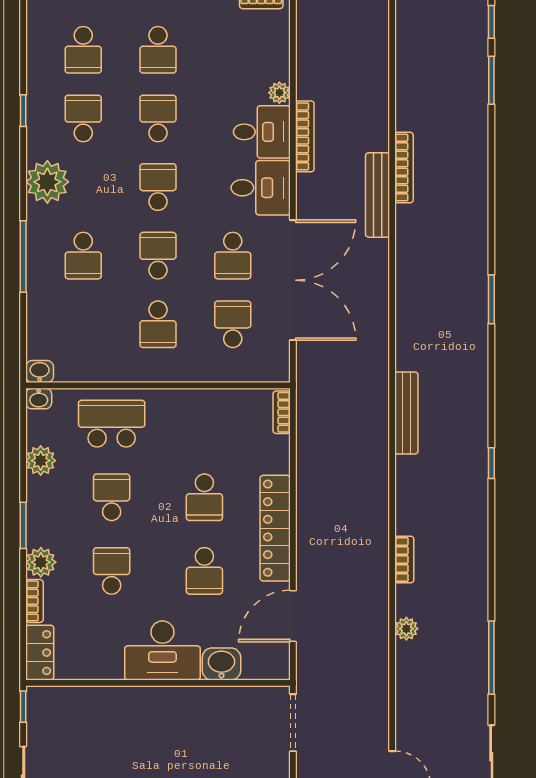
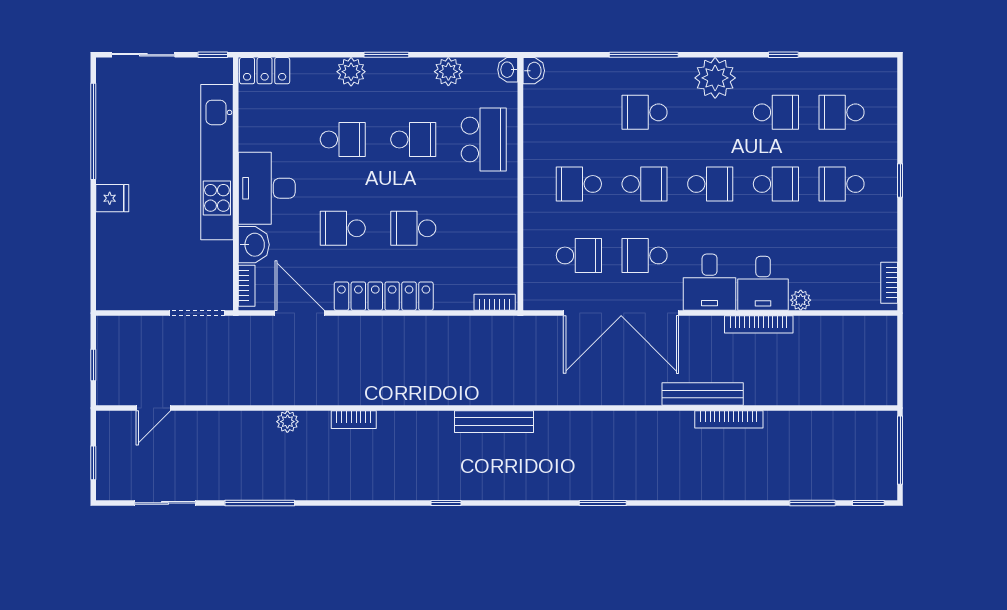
bookcase: (34, 601) -> (247, 286), moved, turned -90
kitchen unit: (135, 702) -> (217, 162), added

